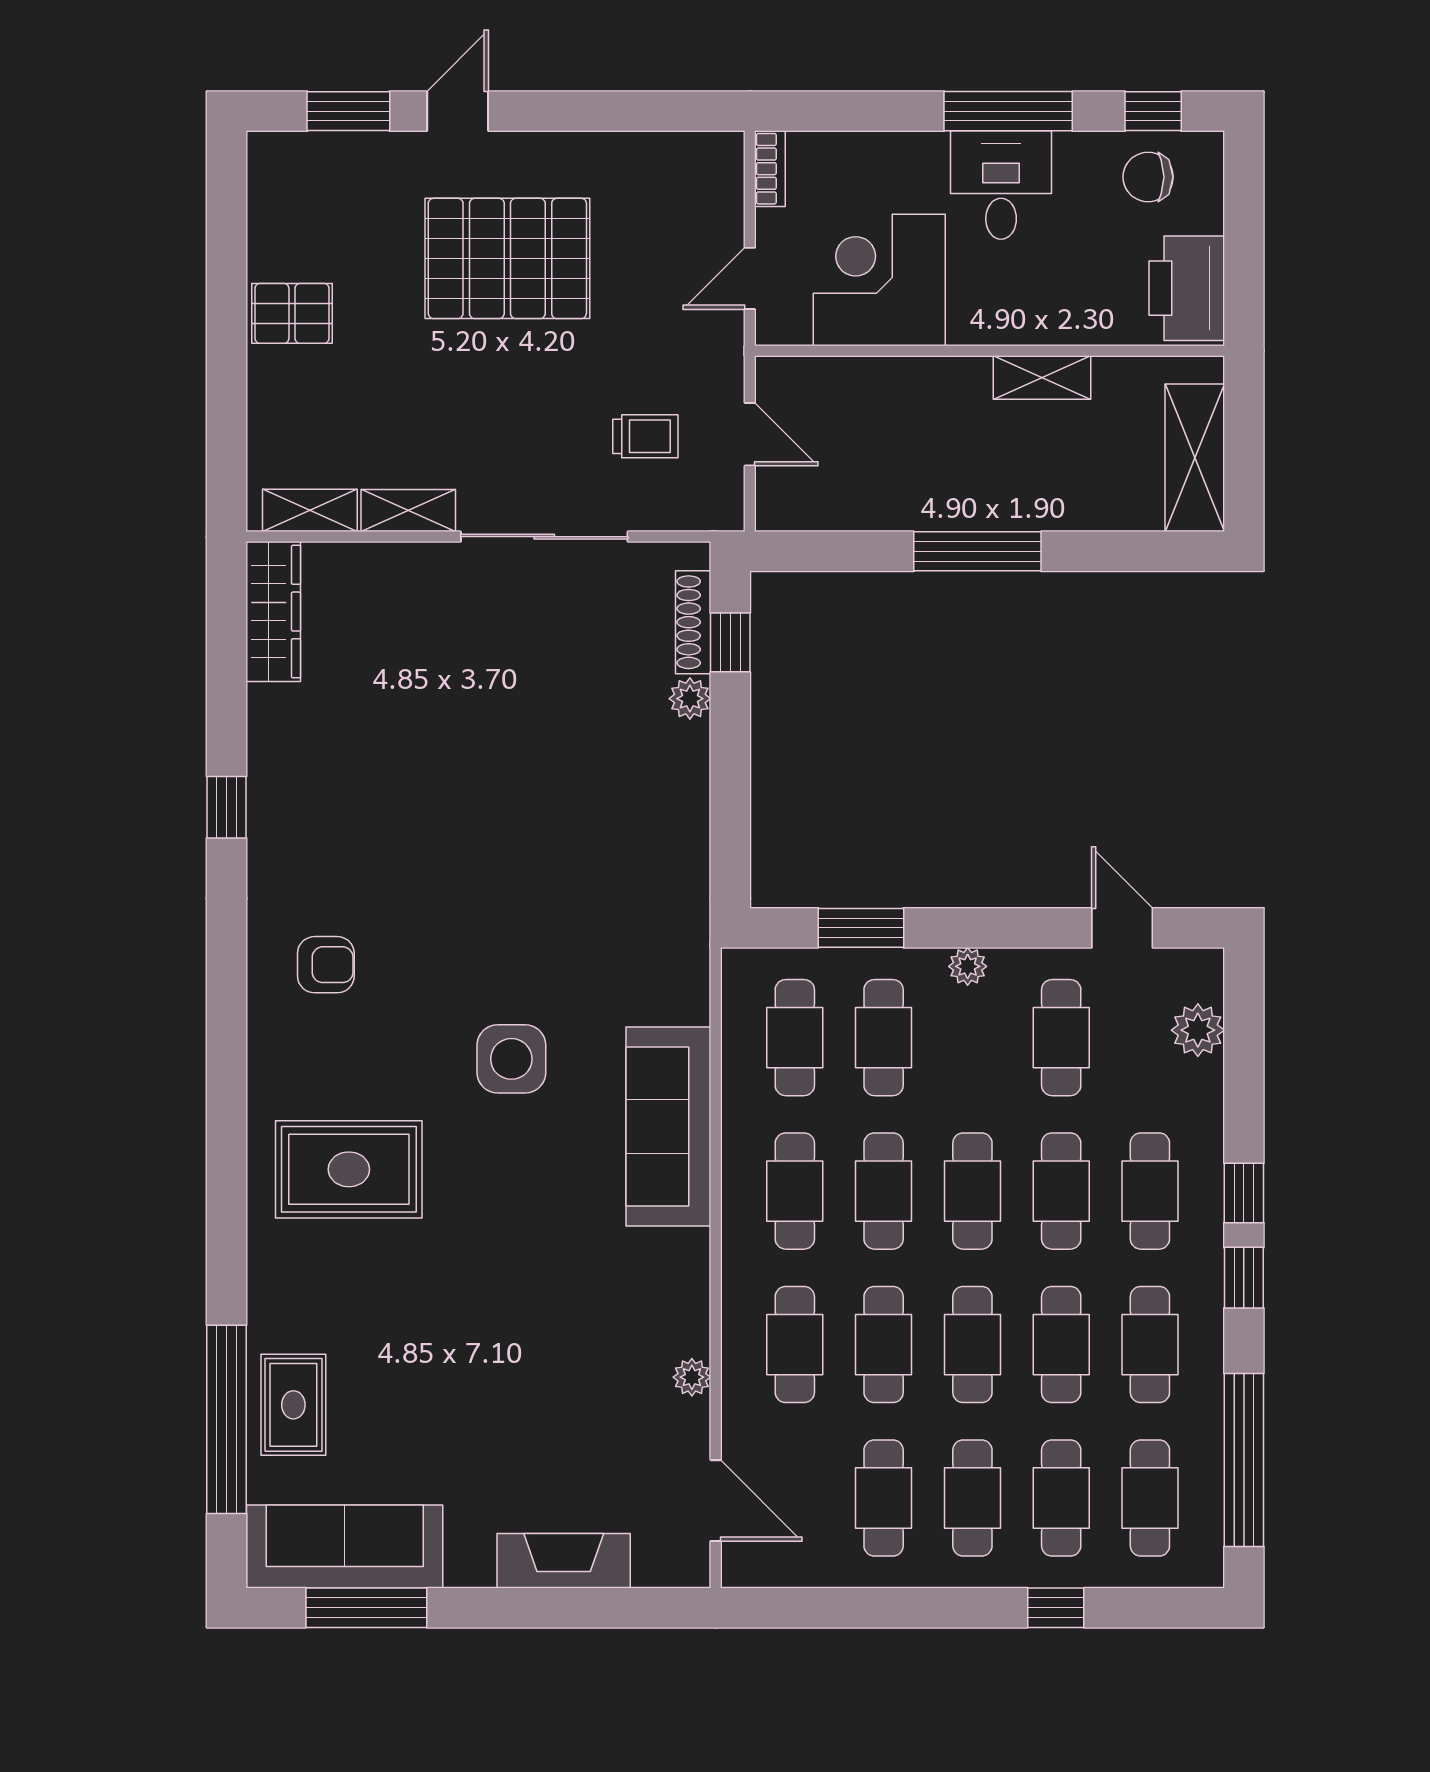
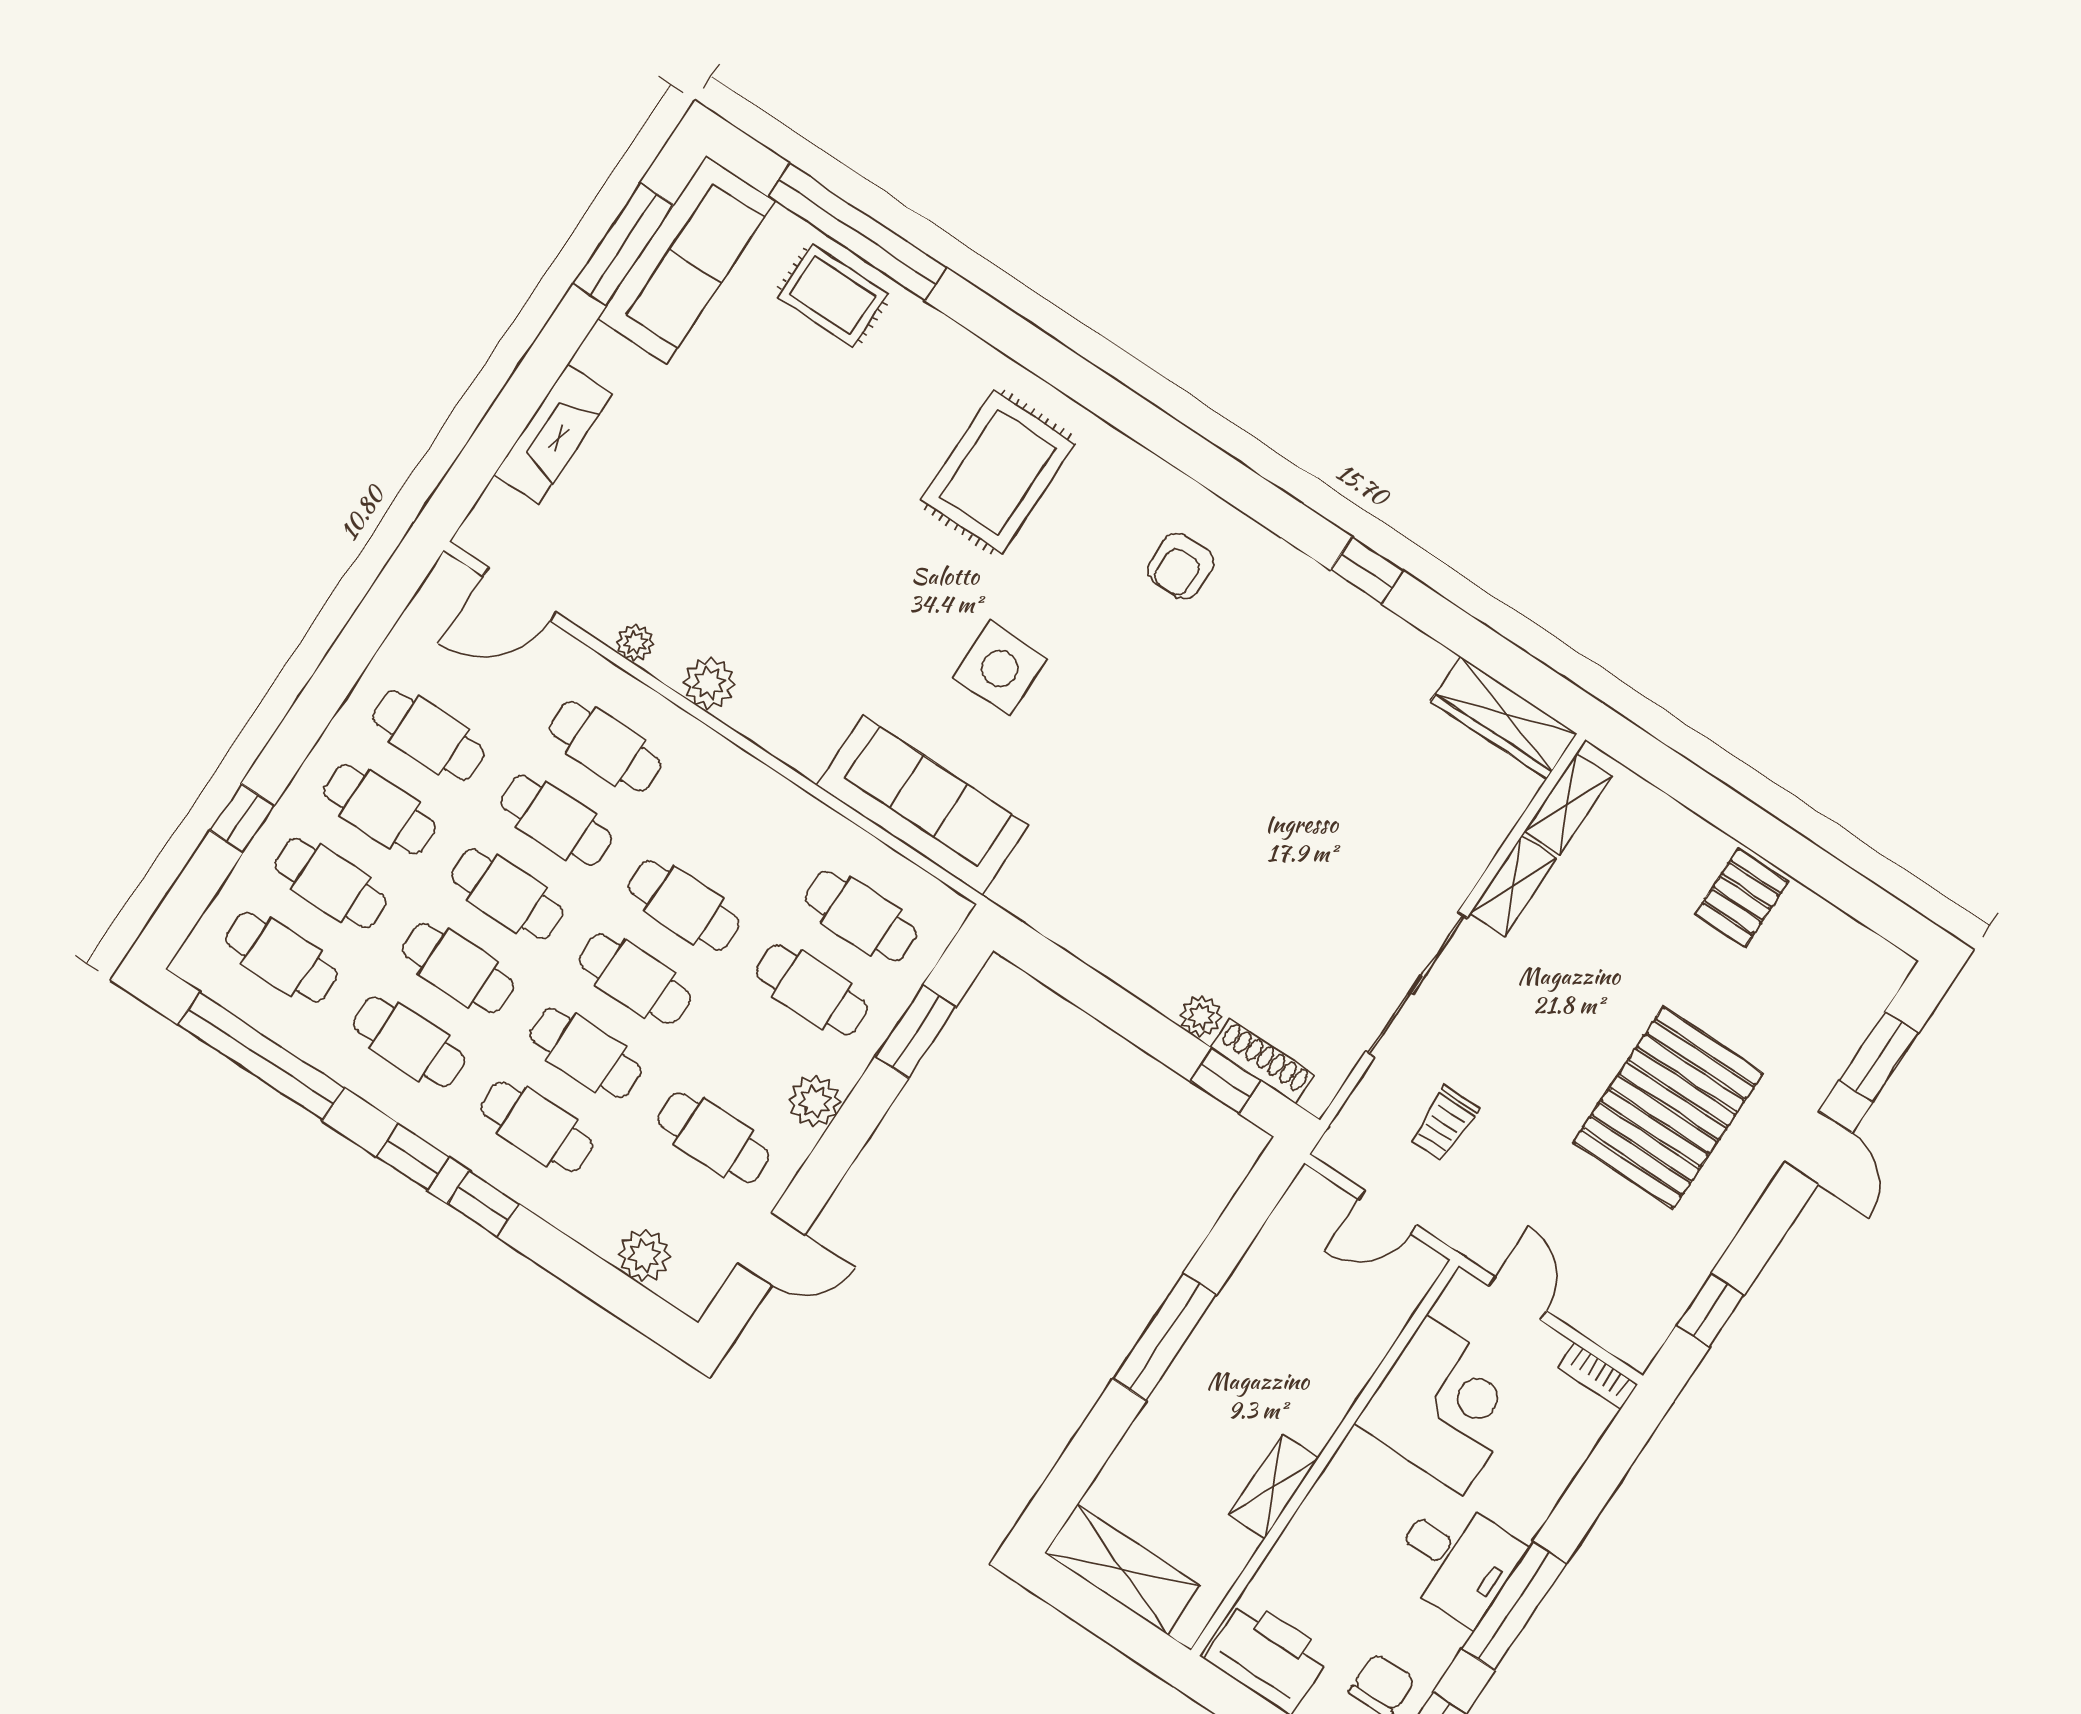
window: (653, 111) -> (1710, 1310), added
plant: (968, 966) -> (815, 1101), width x1.38, depth x1.38
sofa: (668, 1127) -> (922, 805), moved
cafe table: (795, 1191) -> (733, 831), removed
plant: (685, 1293) -> (709, 683), added

